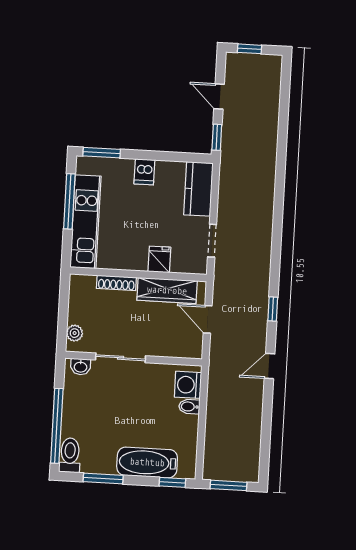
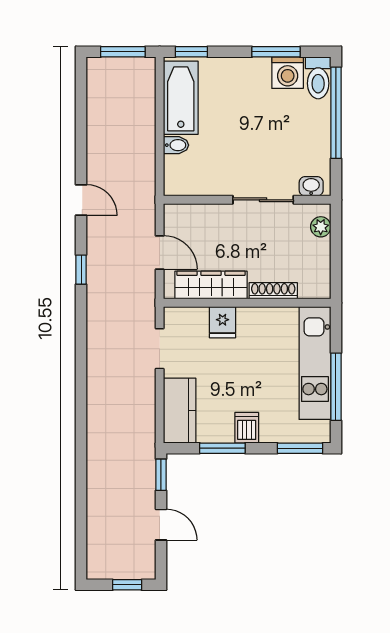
window: (165, 156) -> (222, 448), added
door: (270, 366) -> (81, 200), hinge flipped
washing machine: (188, 385) -> (288, 73), moved, turned 90
bathtub: (147, 462) -> (181, 98), moved, turned -90

